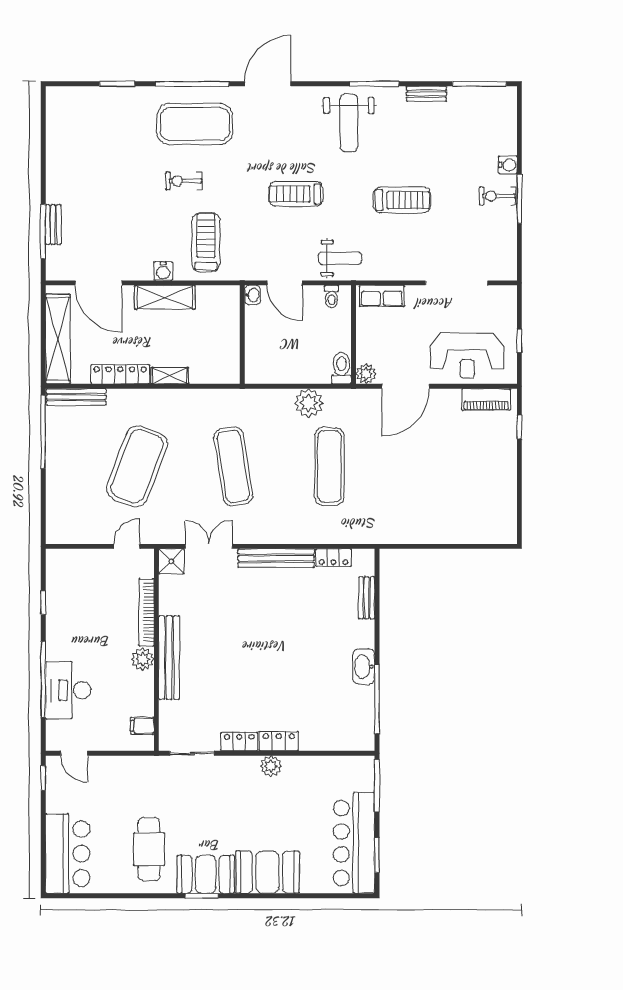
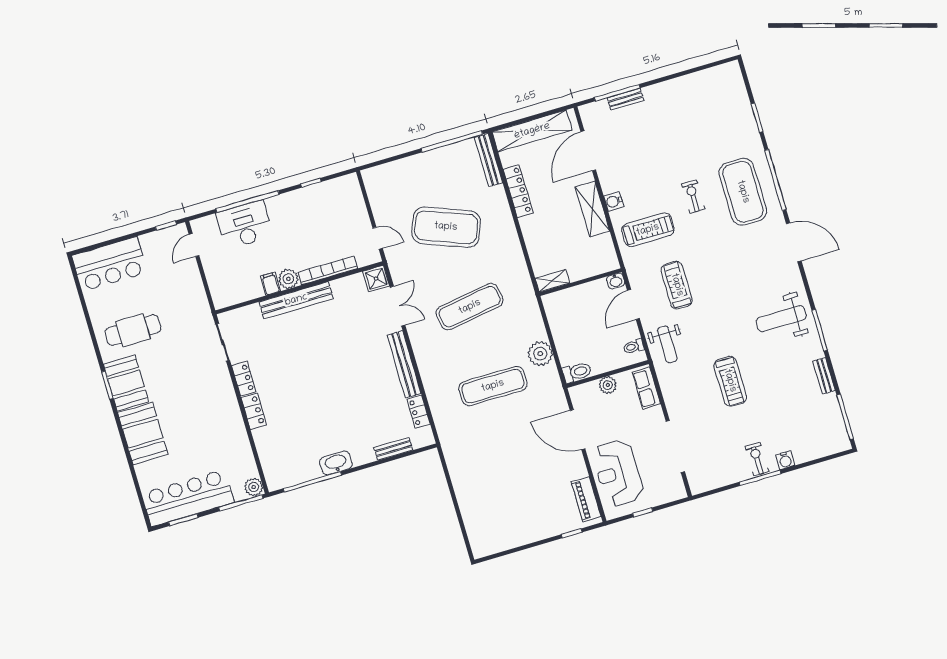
treadmill: (296, 194) -> (677, 285), moved
plant: (366, 374) -> (608, 385), moved
shelving: (170, 376) -> (552, 281), moved, turned 90
filing cabinet: (142, 726) -> (270, 284), moved
plant: (271, 766) -> (254, 487), moved

